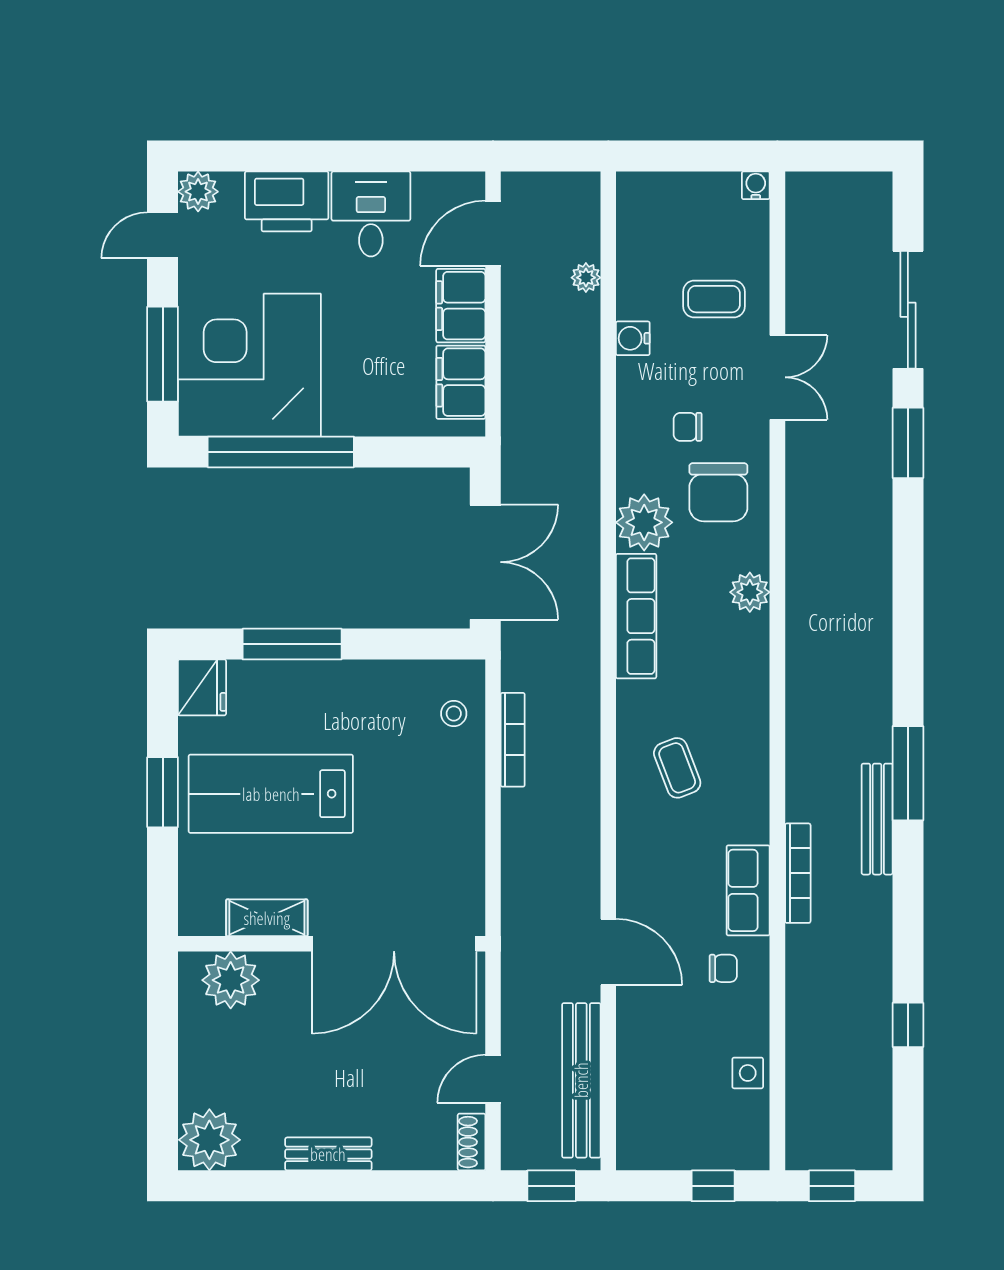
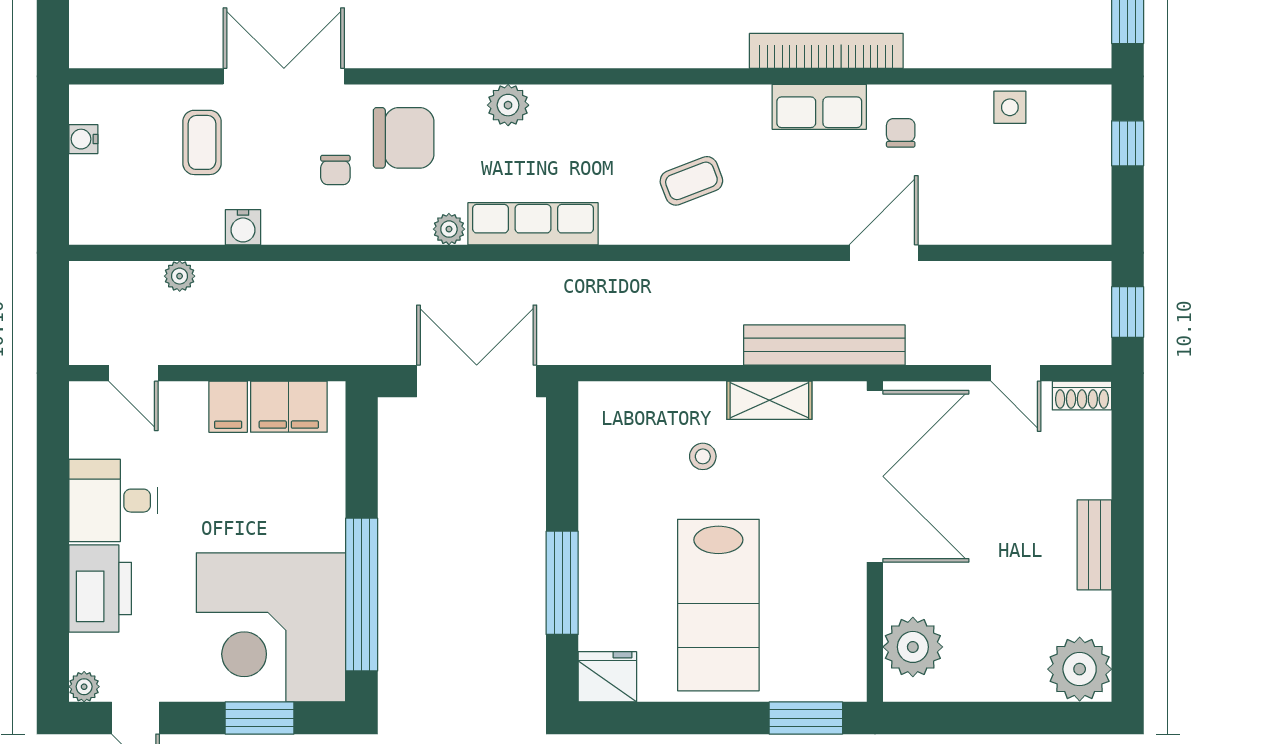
water cooler: (756, 185) -> (83, 139), moved
plant: (198, 192) -> (84, 687), width x0.73, depth x0.73
door: (493, 233) -> (133, 373), width x0.73
filing cabinet: (461, 306) -> (228, 407), width x0.50
window: (163, 354) -> (260, 718), width x0.69
double door: (777, 377) -> (284, 76), width x1.37
plant: (644, 522) -> (449, 229), width x0.53, depth x0.53
stool: (454, 714) -> (703, 456), moved
bookcase: (513, 740) -> (662, 353), removed
window: (163, 792) -> (806, 718), moved
bookcase: (798, 873) -> (826, 51), width x1.48, depth x1.31
shelving: (267, 918) -> (769, 400), moved, turned 90
bench: (581, 1080) -> (824, 345), moved

